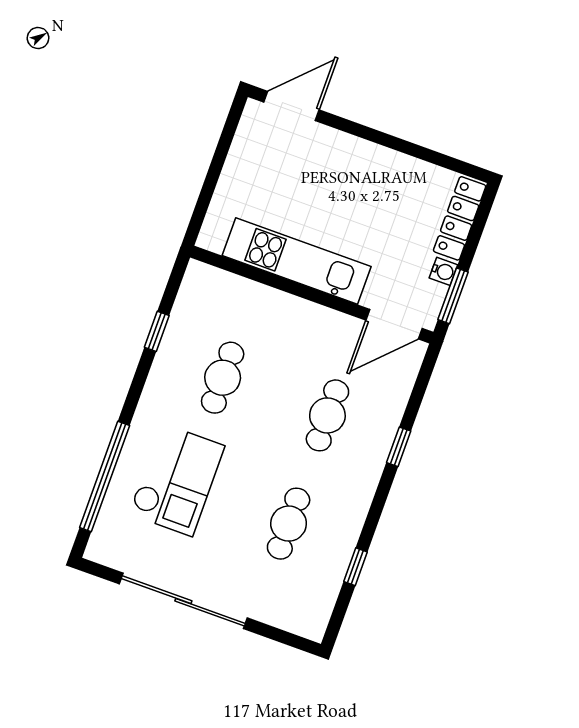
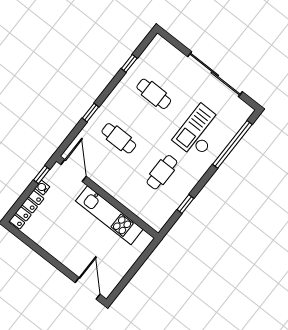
door: (291, 106) -> (88, 288), swing flipped
window: (453, 296) -> (42, 175), width x0.67
door: (394, 324) -> (74, 171), hinge flipped
cafe table: (327, 415) -> (119, 138), turned 90
cafe table: (289, 524) -> (154, 94), turned 90

